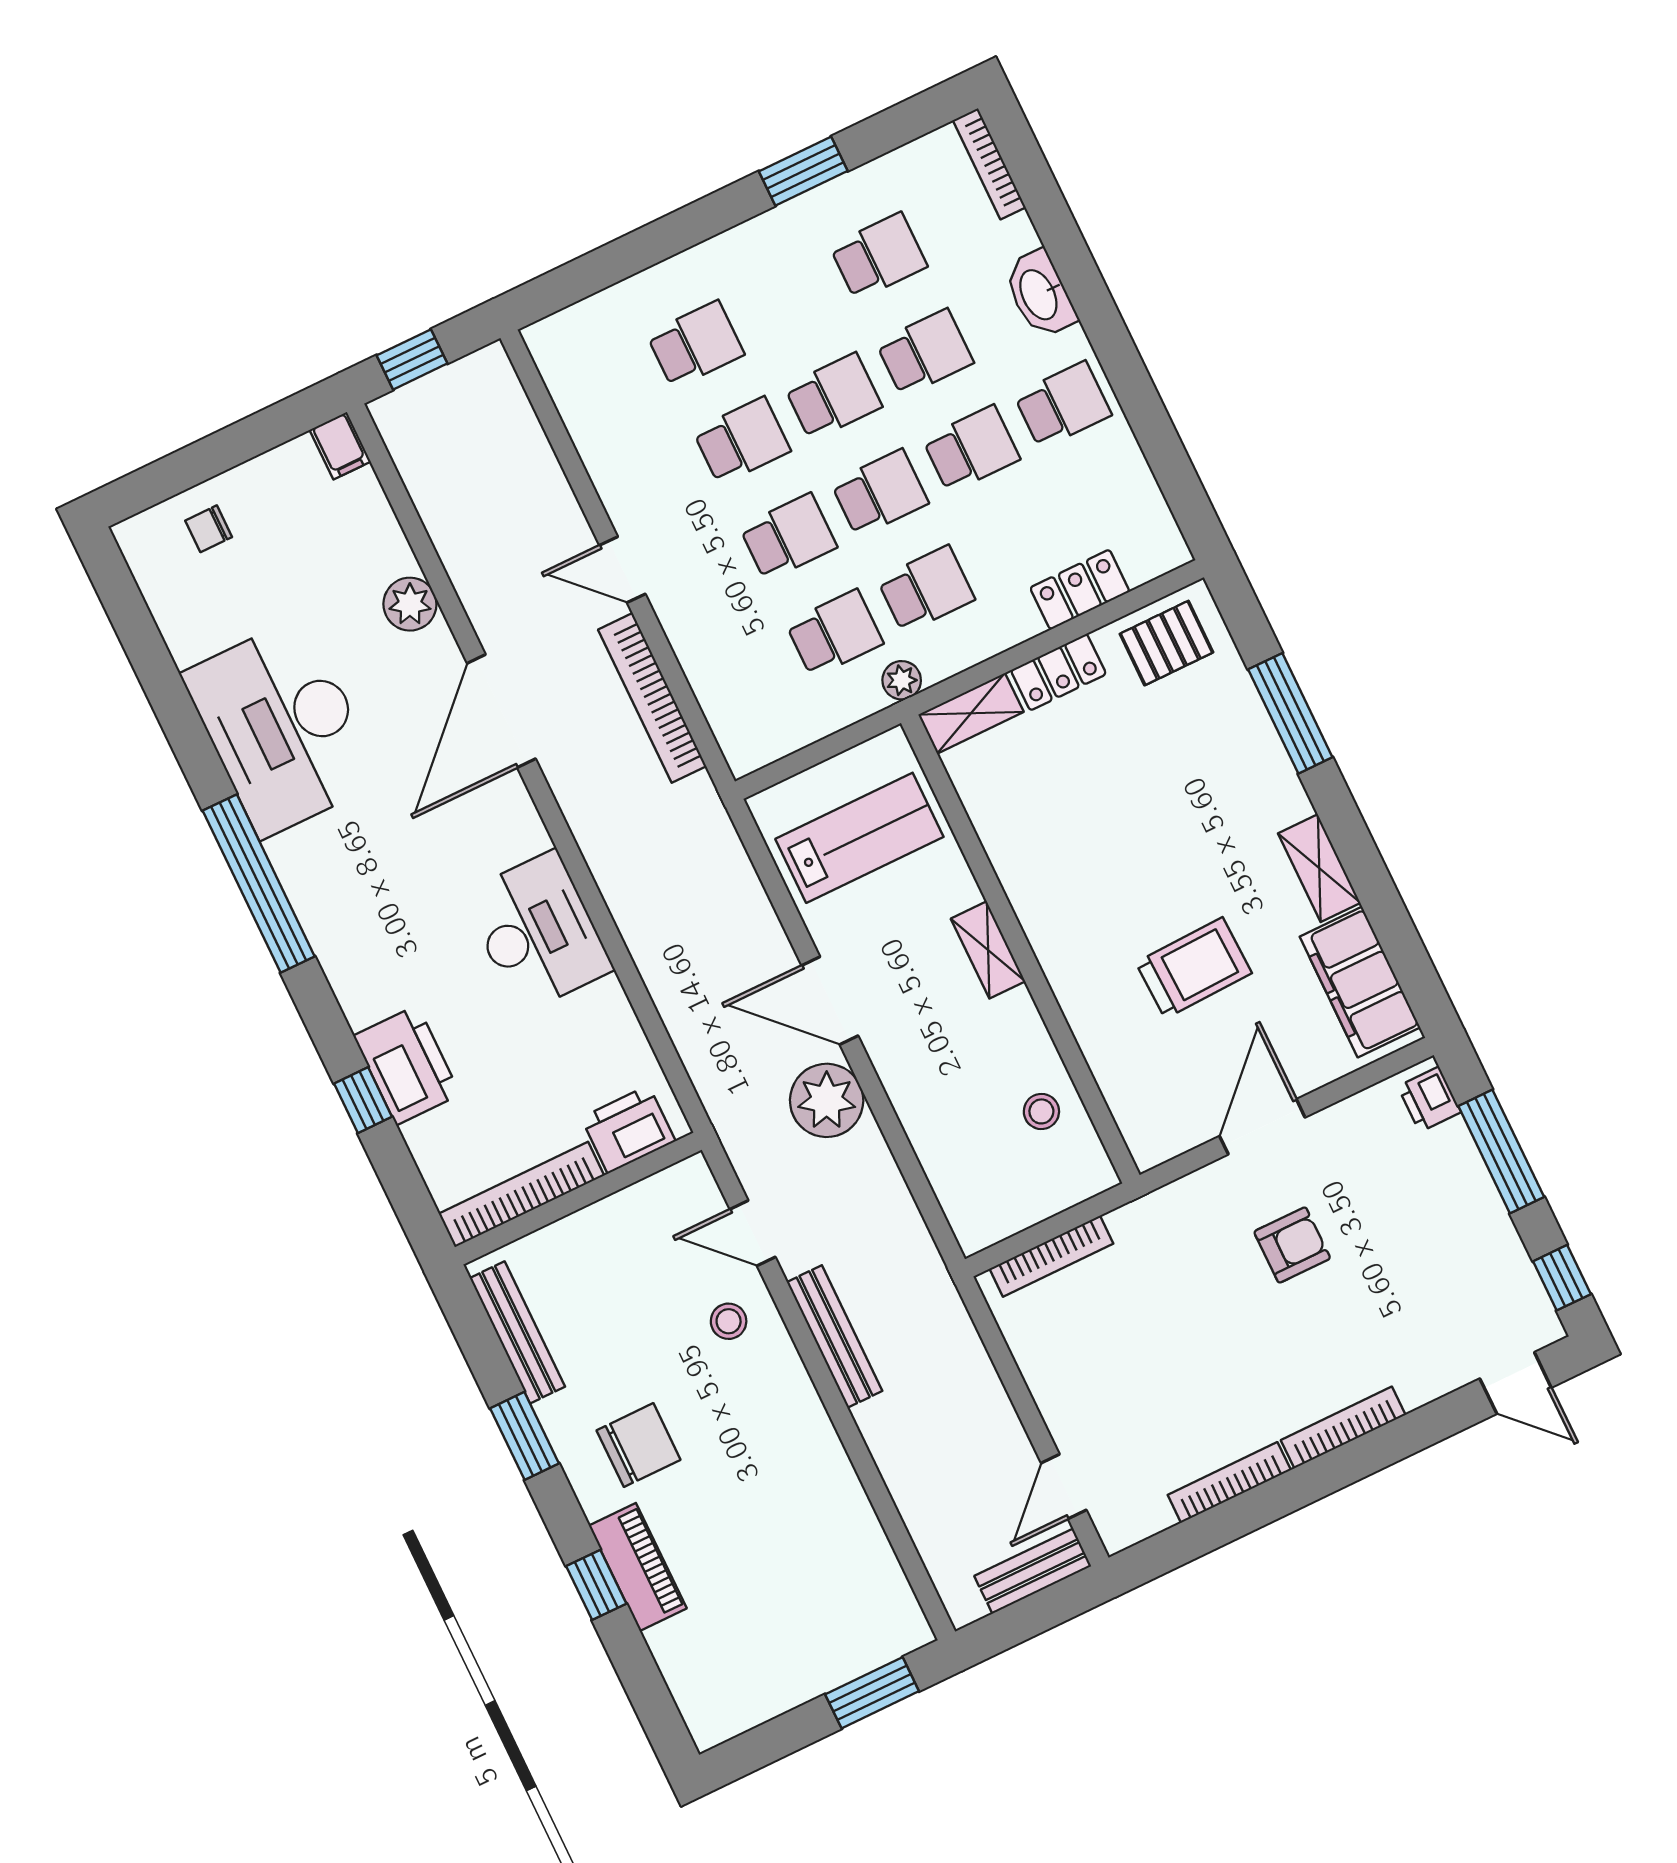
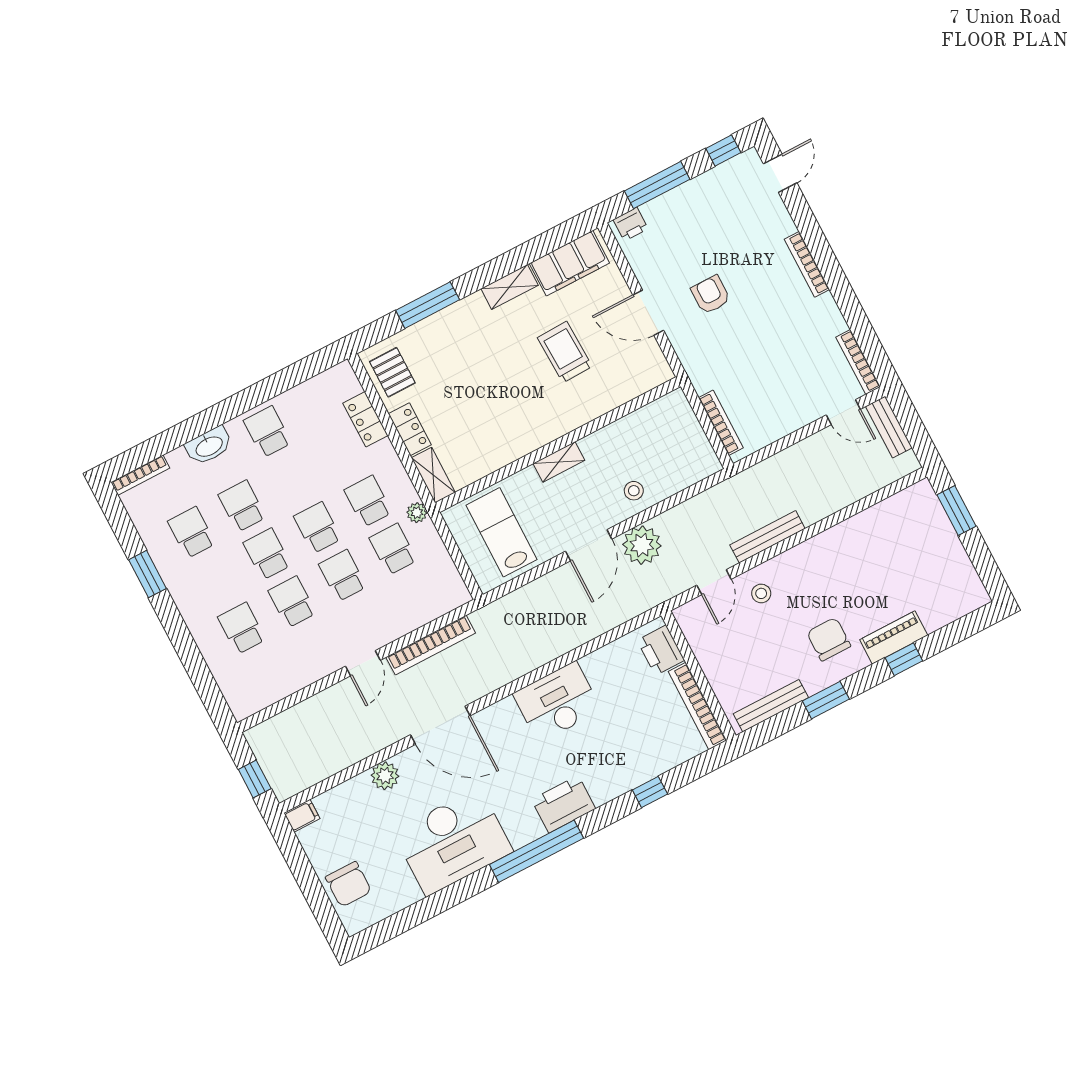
school desk: (971, 449) -> (292, 480), removed
chair: (209, 529) -> (348, 884), width x1.87, depth x1.87
printer: (407, 1065) -> (564, 804), moved
stool: (1041, 1111) -> (634, 491), moved
bookcase: (1229, 1482) -> (858, 362), moved

